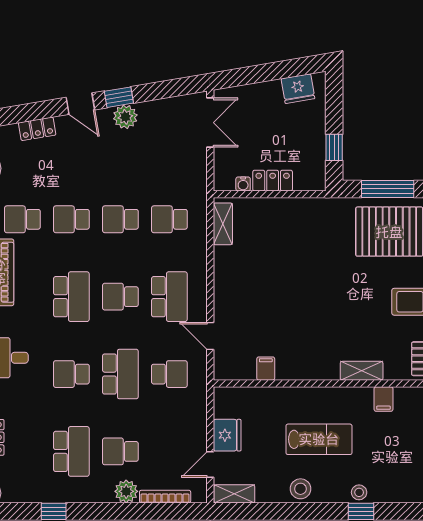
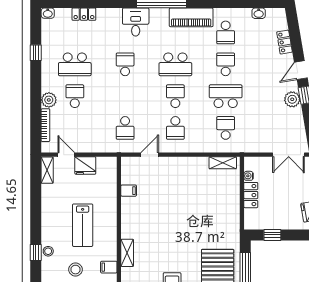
school desk: (22, 219) -> (226, 32), turned 180
school desk: (120, 219) -> (226, 96), width x1.85
school desk: (169, 297) -> (175, 128), width x0.54
school desk: (120, 374) -> (125, 96), removed
stool: (300, 489) -> (75, 270), moved

